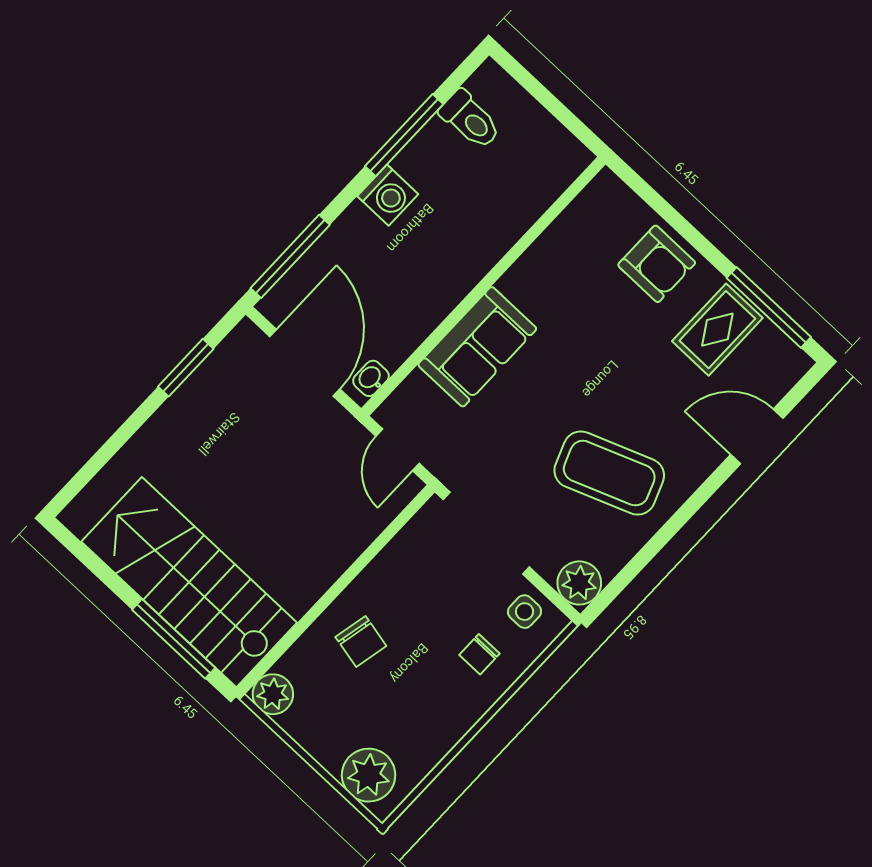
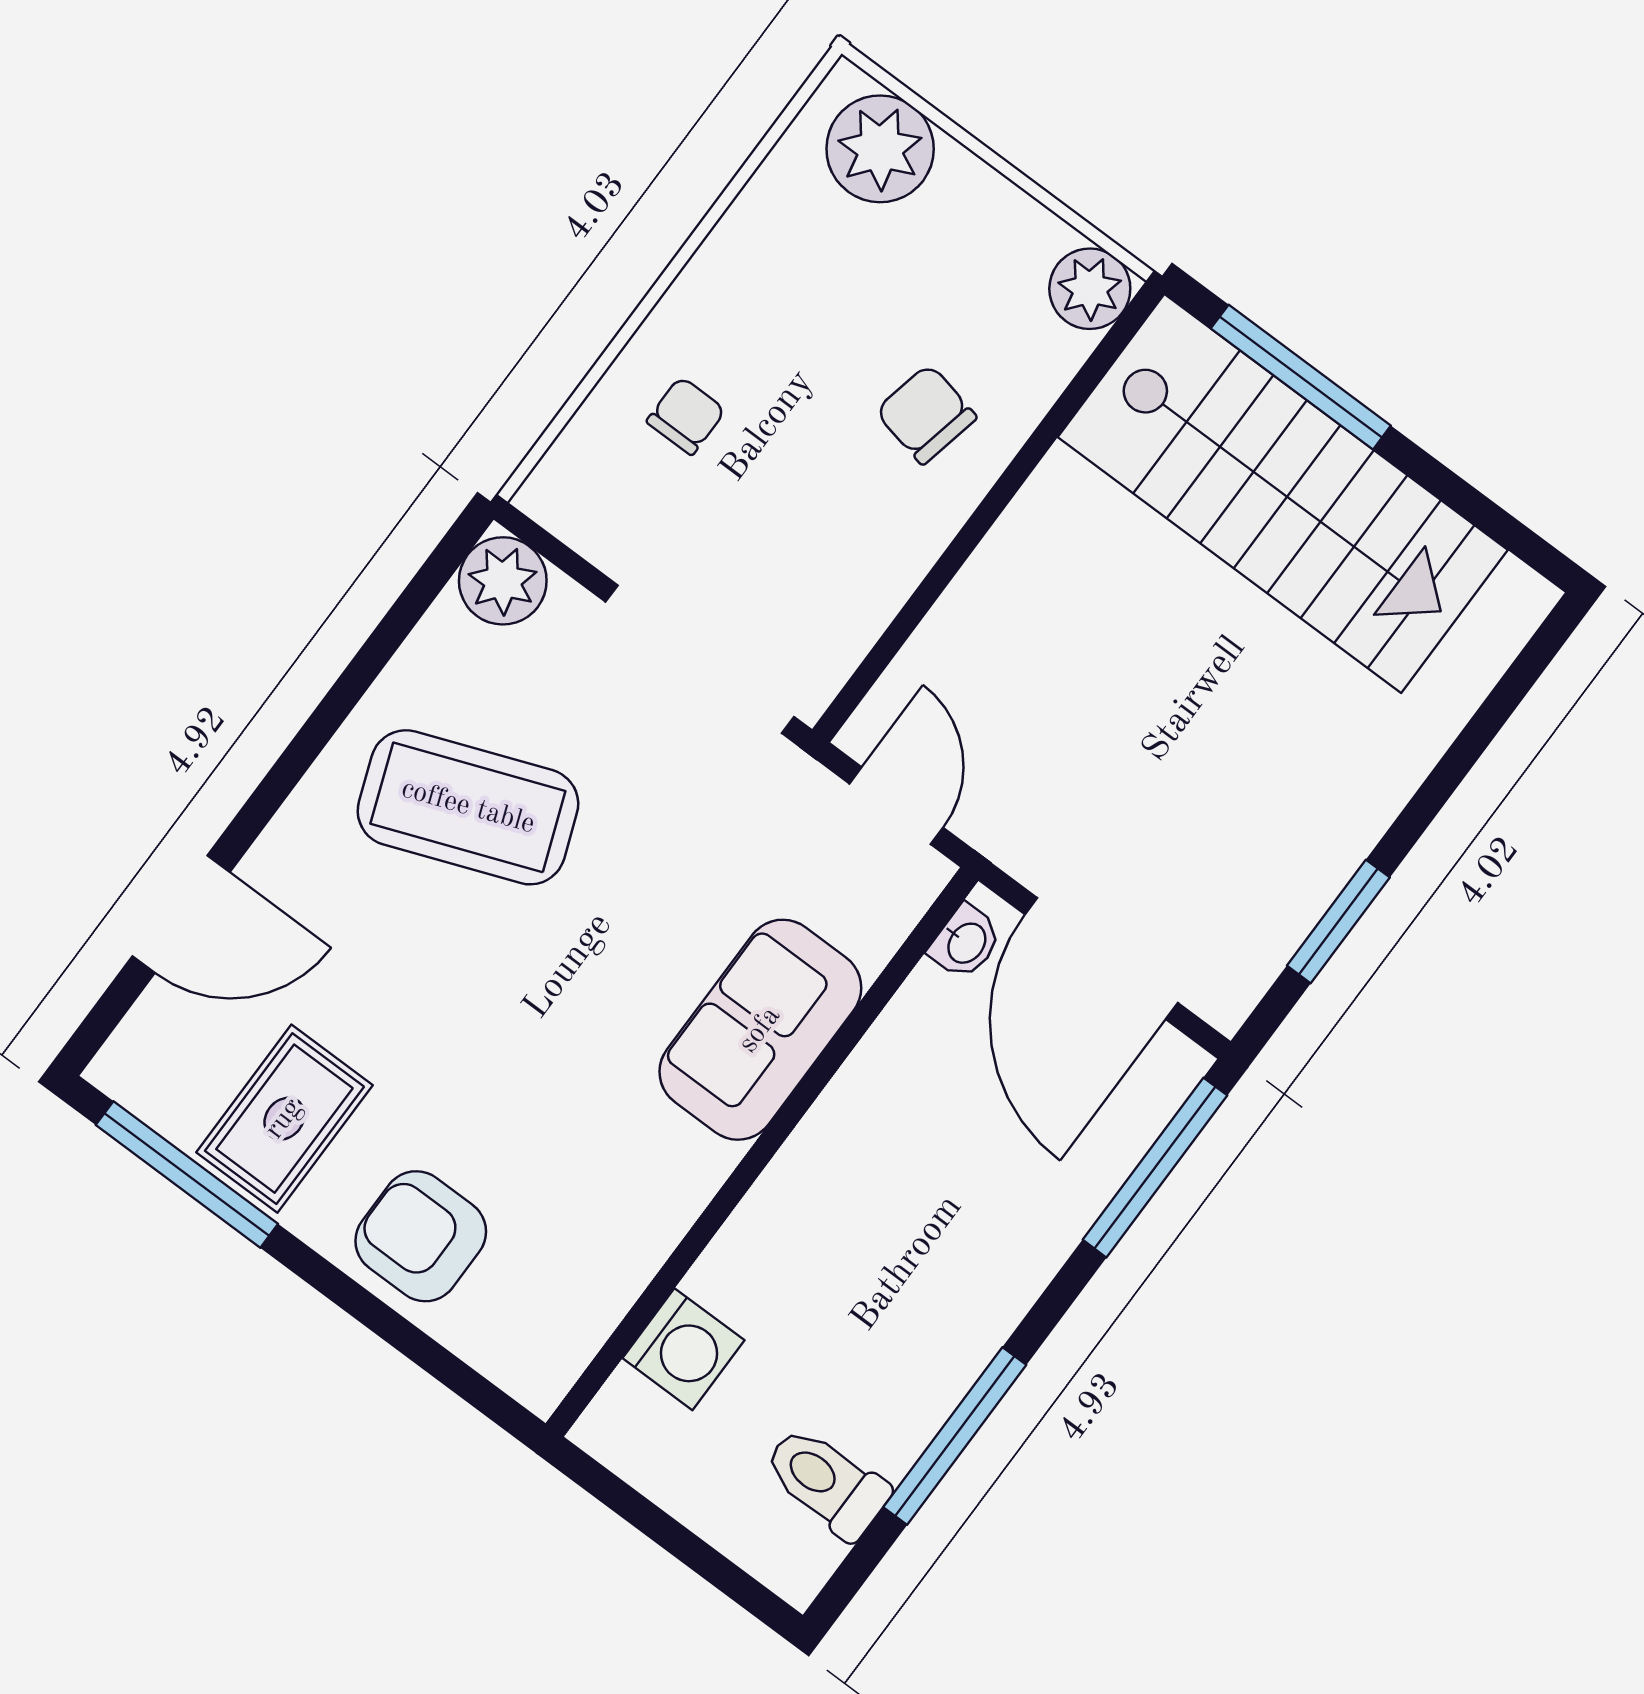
washing machine: (388, 195) -> (683, 1349), moved, turned 180
side table: (525, 612) -> (606, 511), removed

